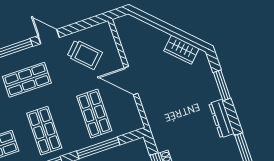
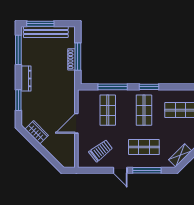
trolley: (85, 54) -> (101, 151), turned 97
door: (131, 81) -> (76, 123), swing flipped

